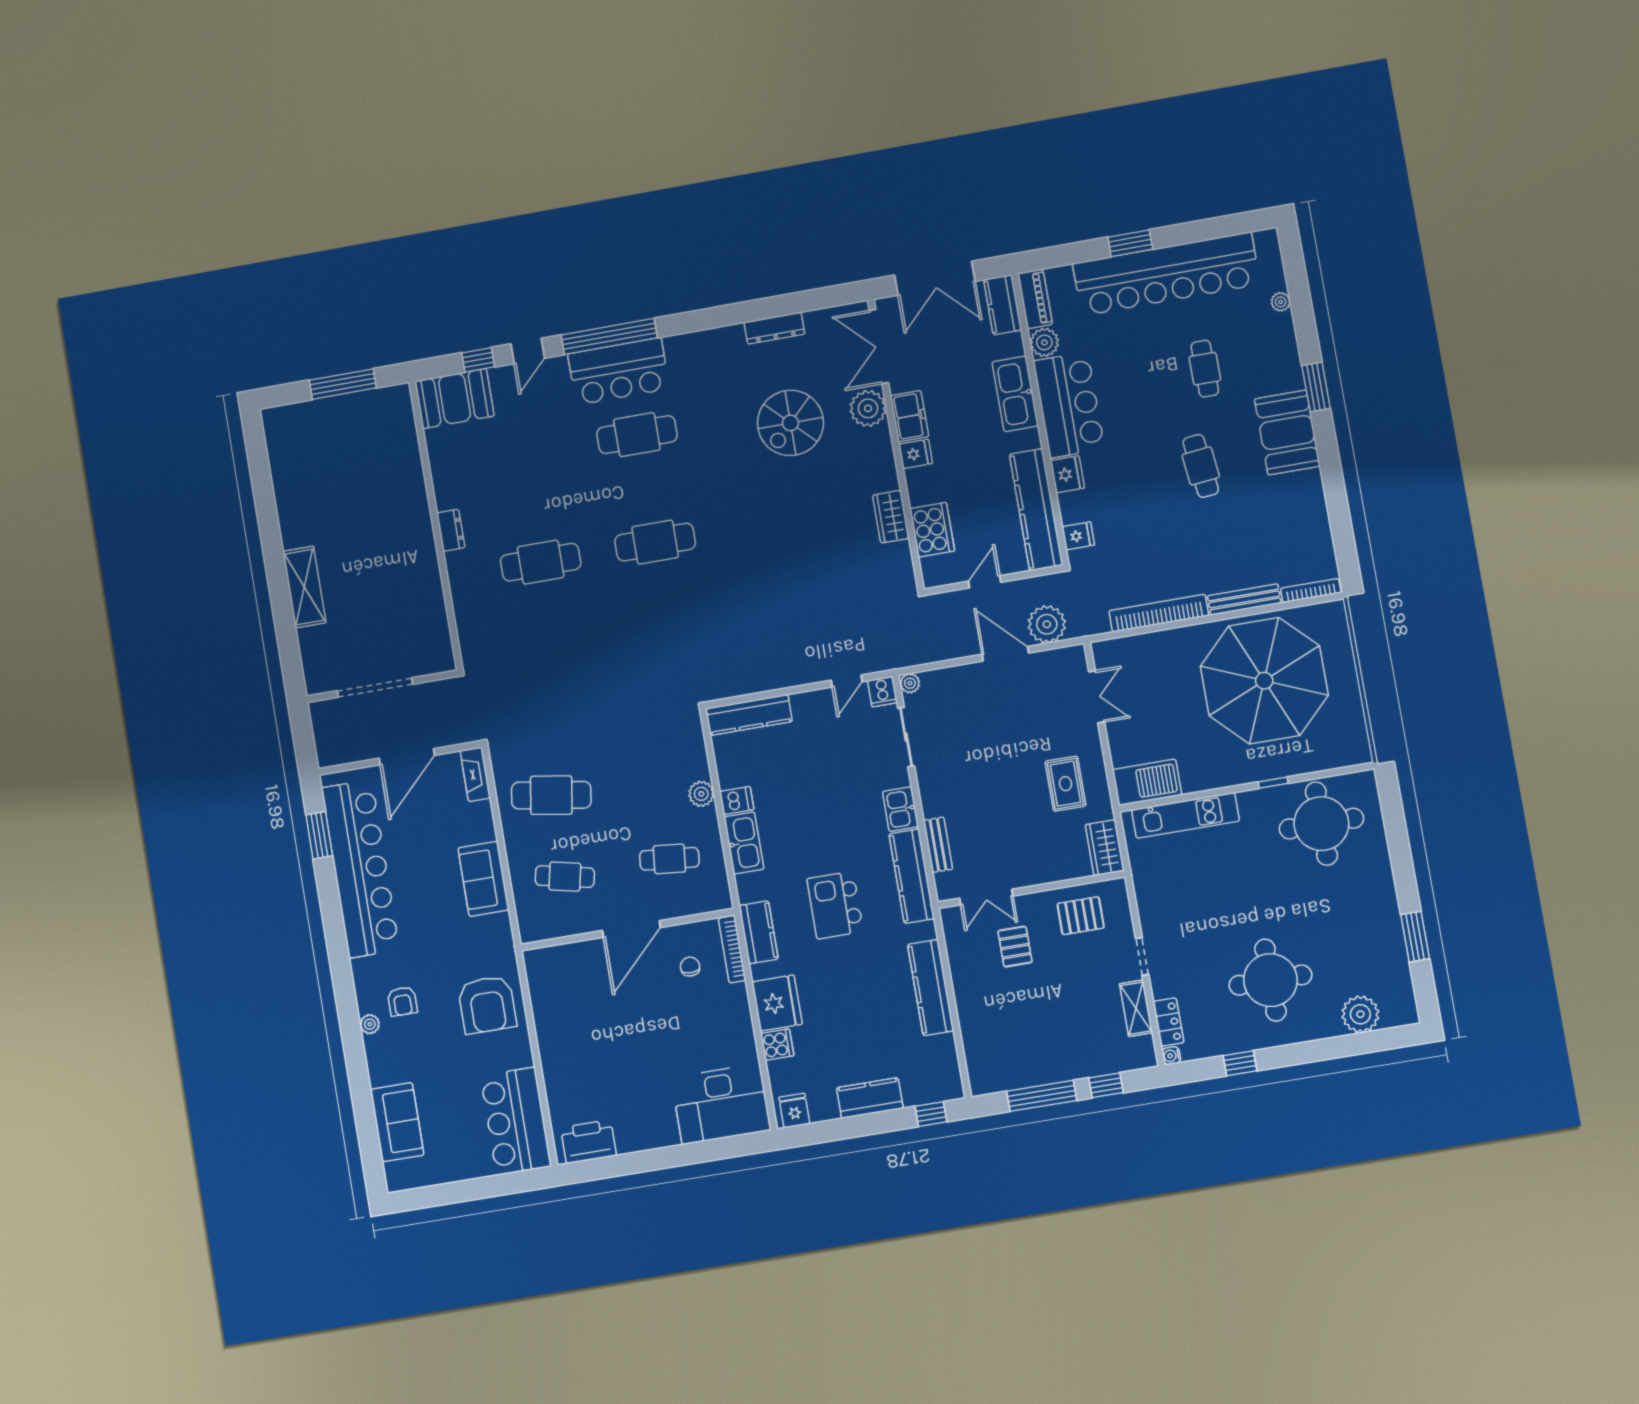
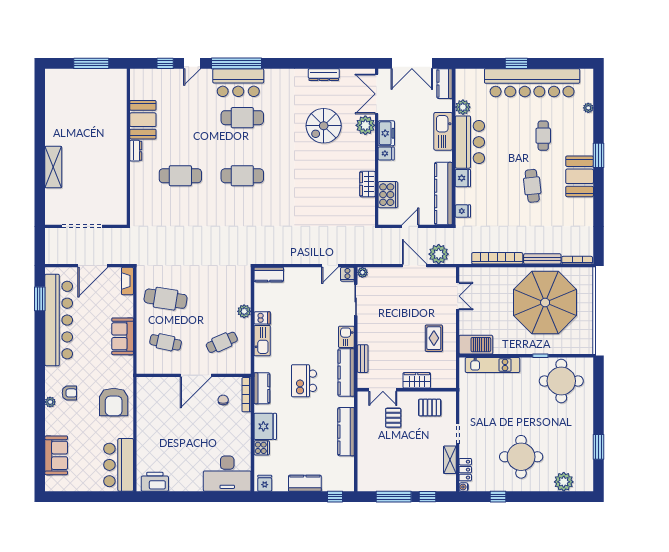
piano: (1035, 299) -> (462, 84), removed
booth: (455, 399) -> (143, 120), moved, turned 90
kitchen counter: (749, 715) -> (269, 275), width x0.67
wardrobe: (1105, 848) -> (417, 380), moved, turned 90
cafe table: (669, 859) -> (222, 342), turned -30
armchair: (402, 1001) -> (69, 393), turned -90

